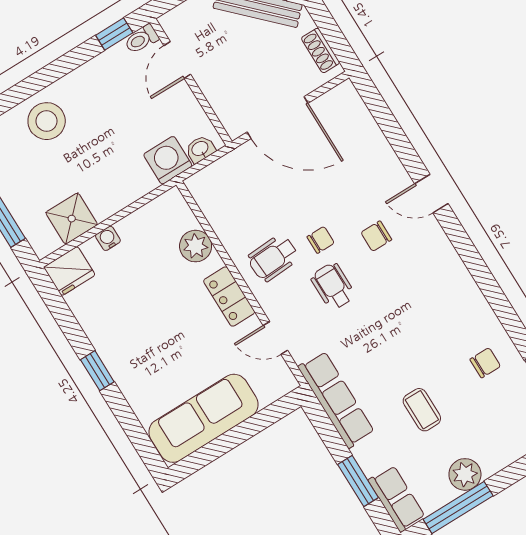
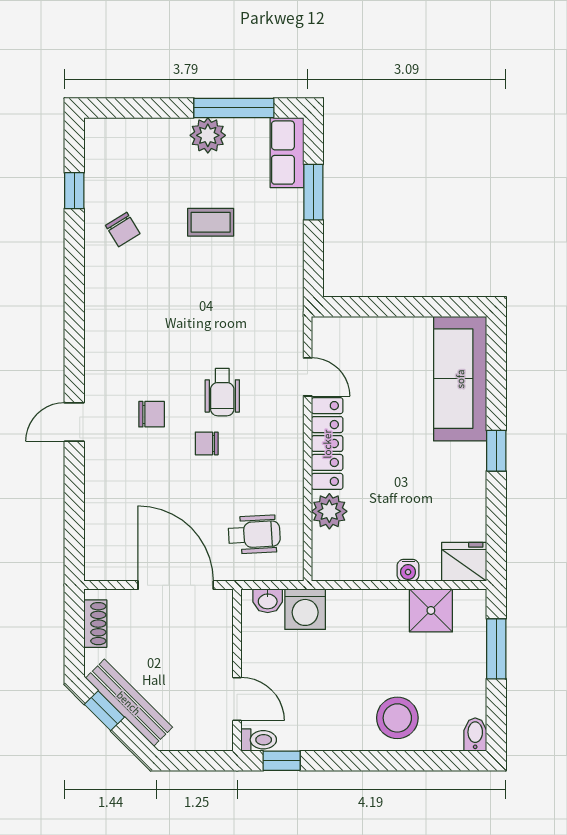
door: (177, 60) -> (237, 699), hinge flipped
door: (431, 194) -> (74, 422), swing flipped
wheelchair: (273, 258) -> (254, 535), moved
locker: (229, 297) -> (327, 444), width x1.53
chair: (485, 363) -> (123, 230), turned -122
row of seats: (336, 400) -> (286, 282), removed
coffee table: (422, 410) -> (211, 222), turned 90
sofa: (203, 418) -> (460, 379), moved, turned 90

